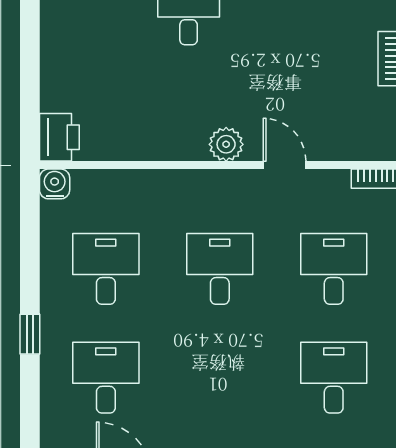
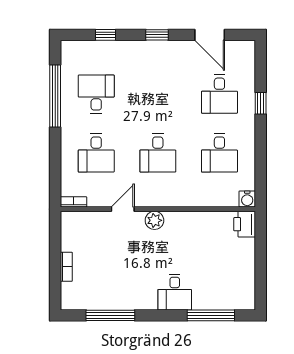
door: (285, 165) -> (123, 209), swing flipped
window: (30, 334) -> (261, 103), moved
desk: (334, 378) -> (96, 94), turned 180

